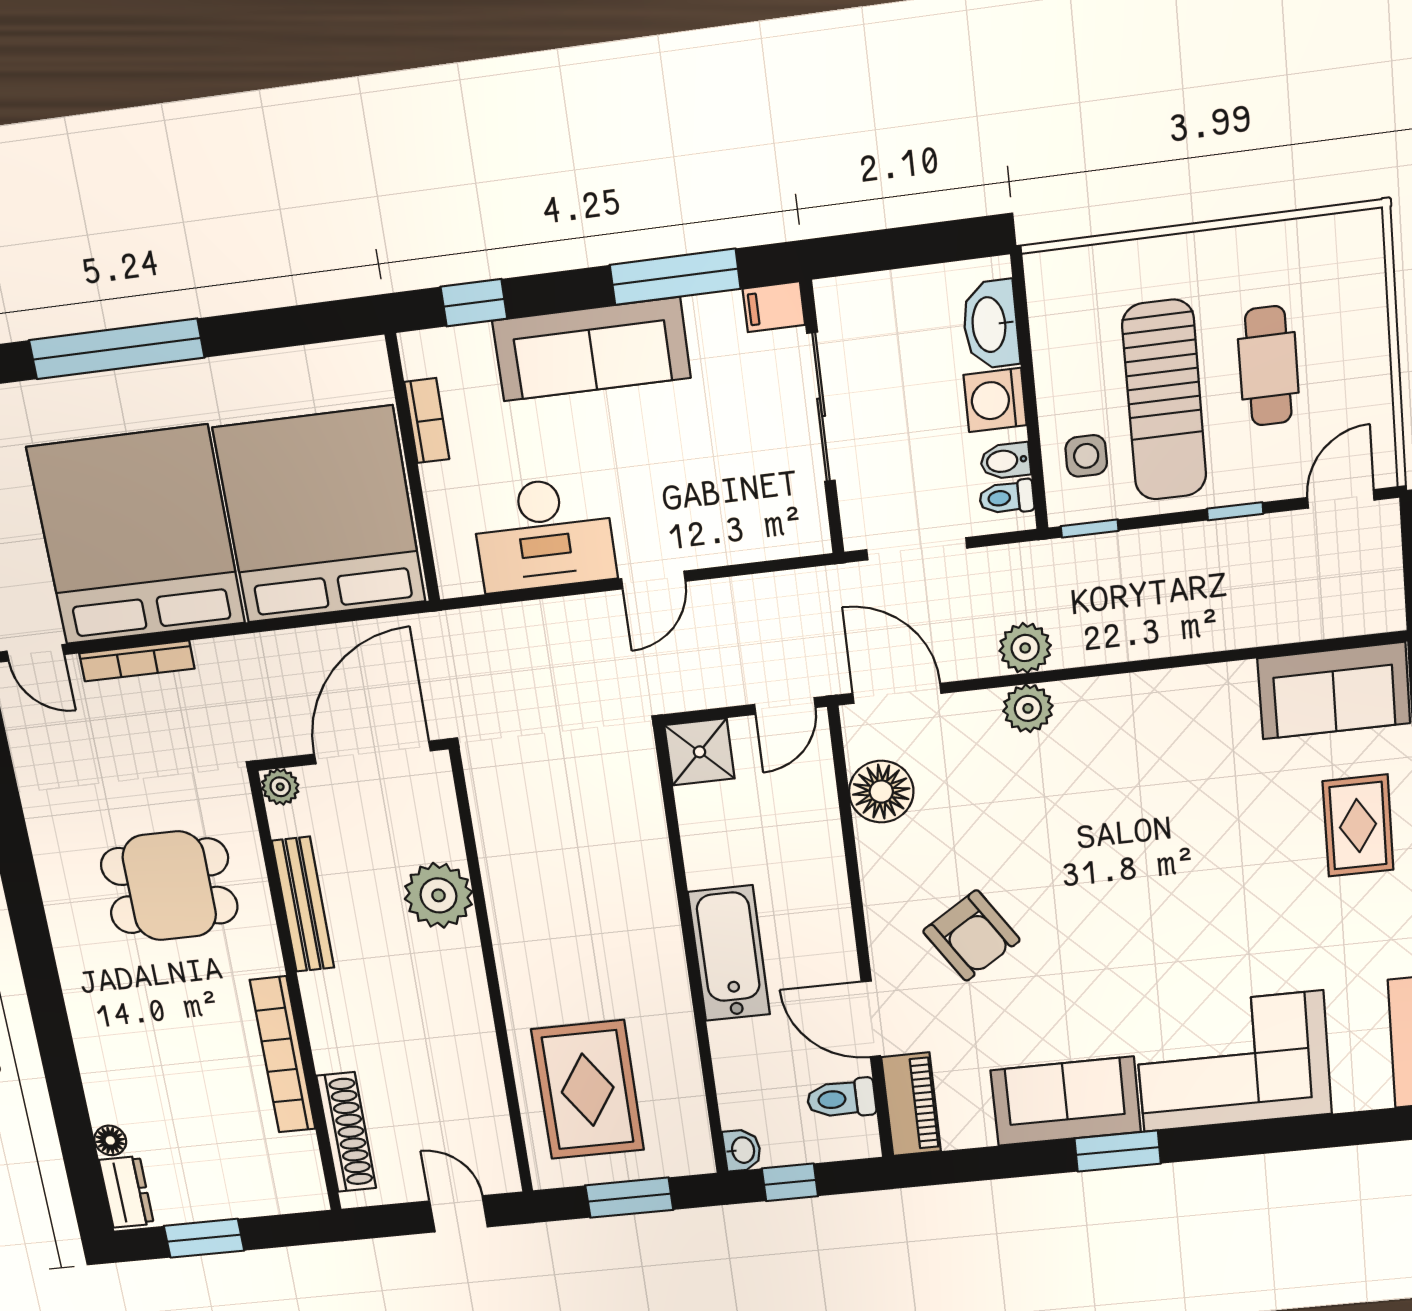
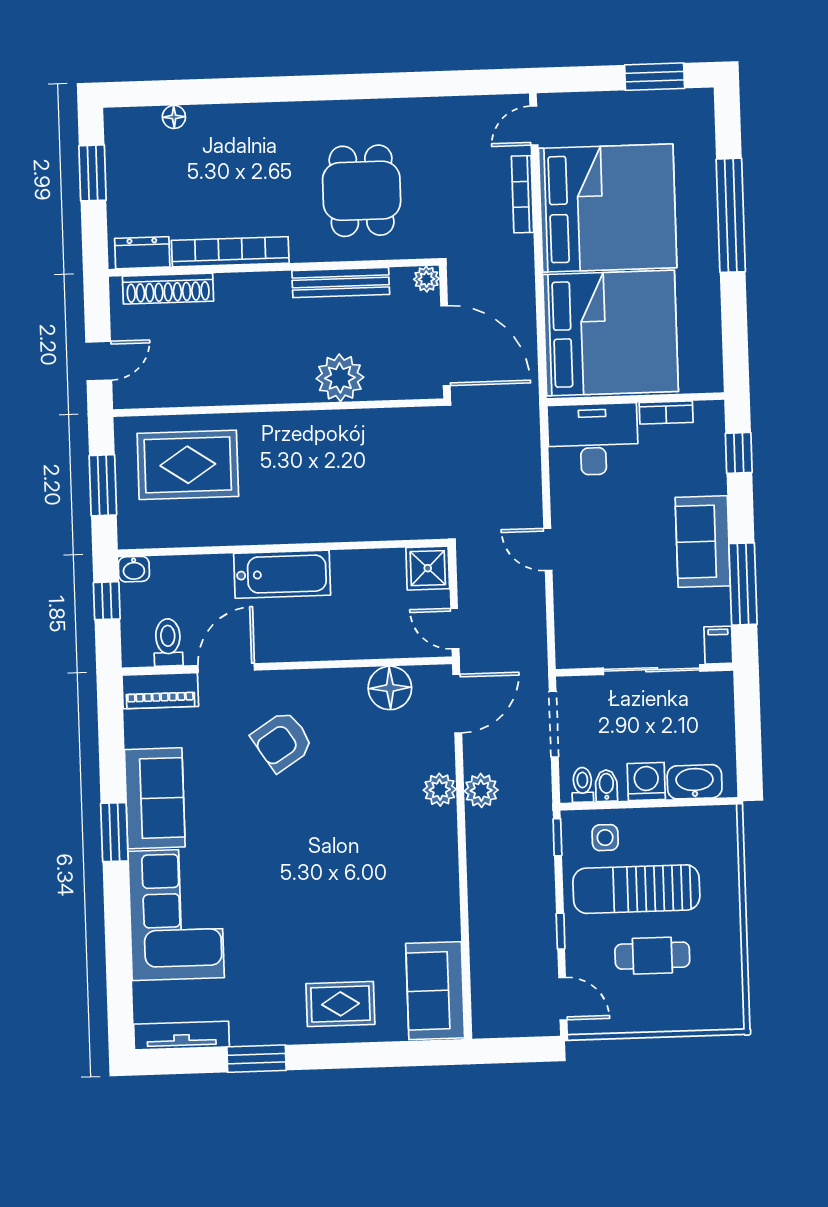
sofa: (591, 349) -> (703, 542), width x0.73
desk: (544, 534) -> (593, 439), moved, turned 90
dresser: (126, 1192) -> (142, 253), moved, turned 180

